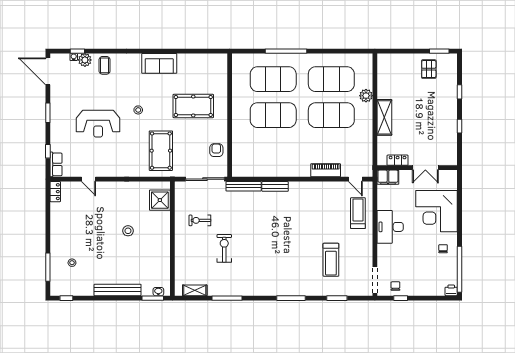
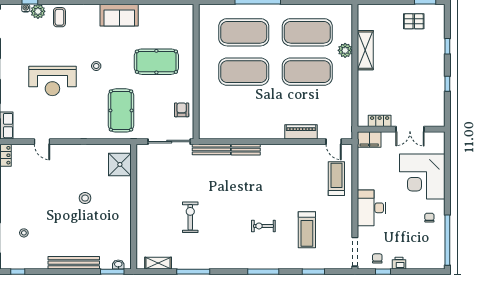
pallet: (429, 69) -> (414, 21), turned 90
shelving: (384, 117) -> (365, 50), moved
exercise bike: (200, 220) -> (263, 226), moved
desk: (390, 227) -> (372, 208), moved
printer: (451, 290) -> (399, 263), moved

